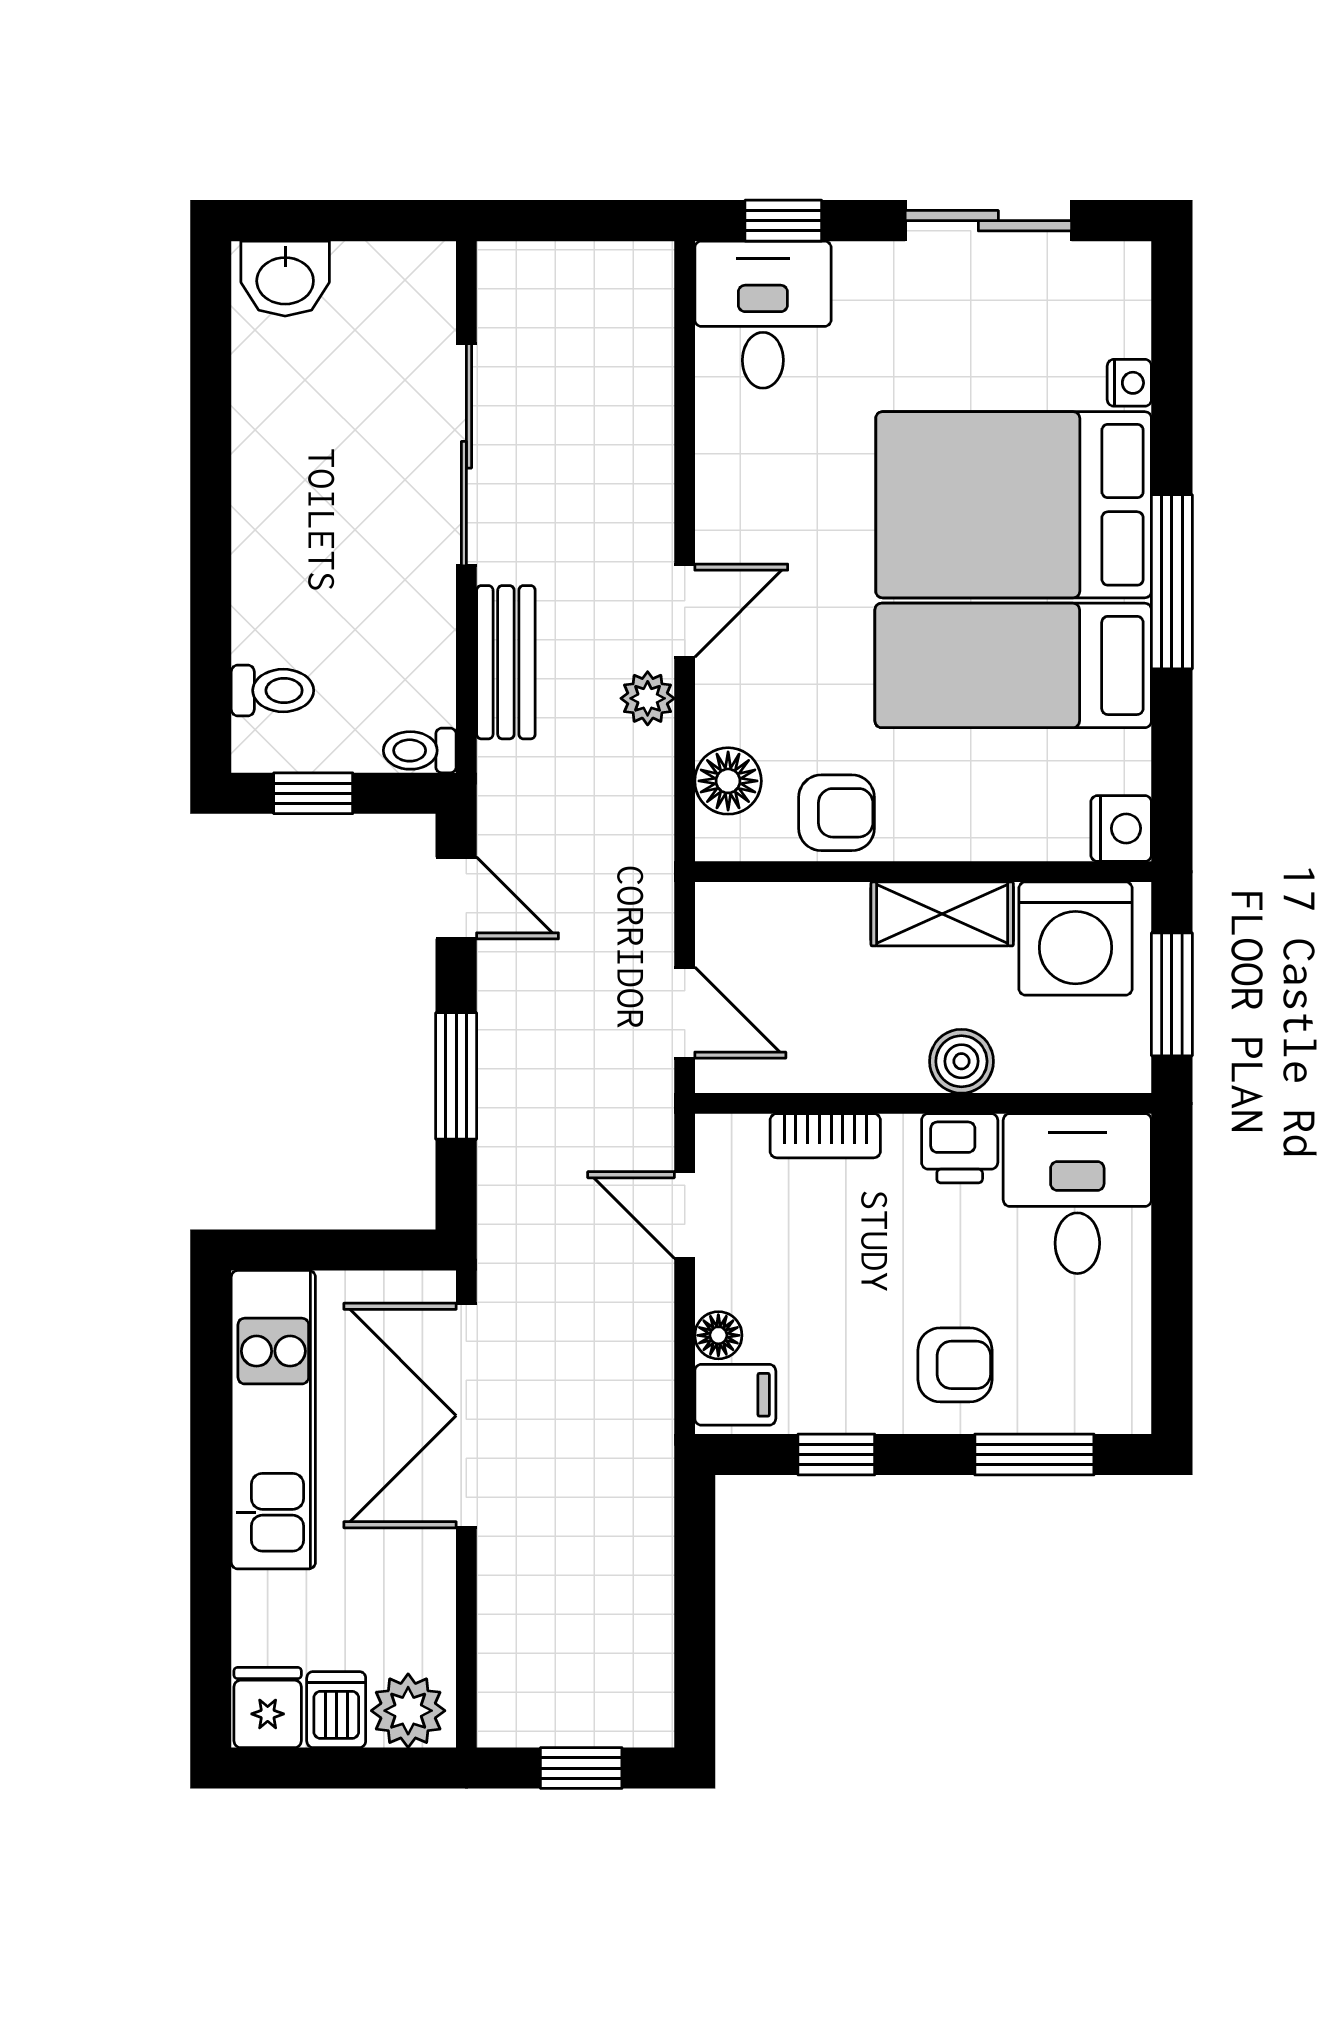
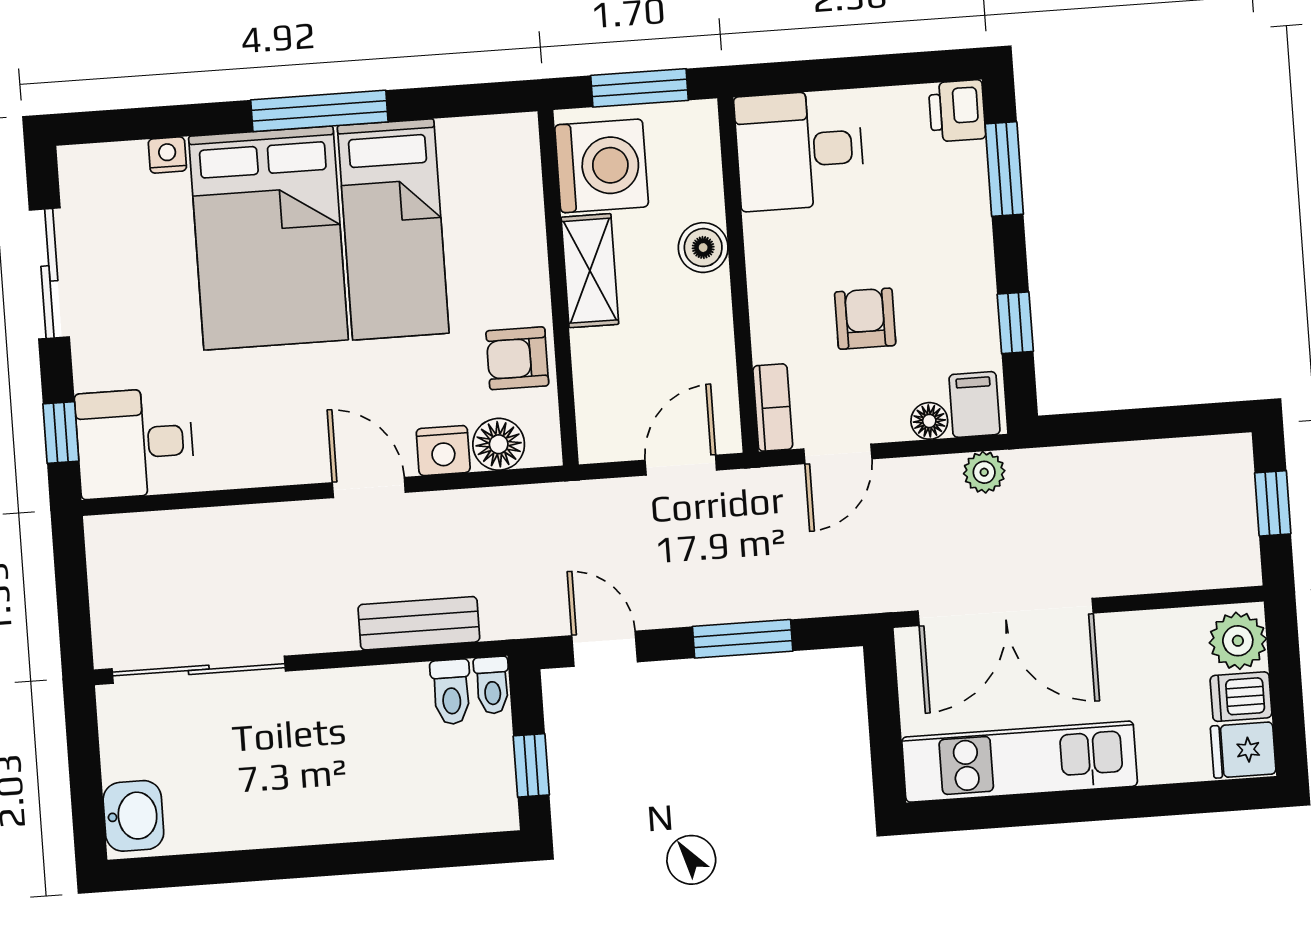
sliding door: (466, 455) -> (199, 670), moved
toilet: (272, 690) -> (451, 692), moved, turned 180
plant: (648, 698) -> (984, 472), moved
armchair: (837, 813) -> (517, 358), turned -90
nightstand: (1121, 828) -> (443, 451), moved, turned 180
door: (456, 898) -> (605, 649), hinge flipped
bookcase: (825, 1136) -> (773, 408), moved
printer: (960, 1148) -> (957, 111), moved, turned 180
armchair: (955, 1365) -> (865, 319), moved

